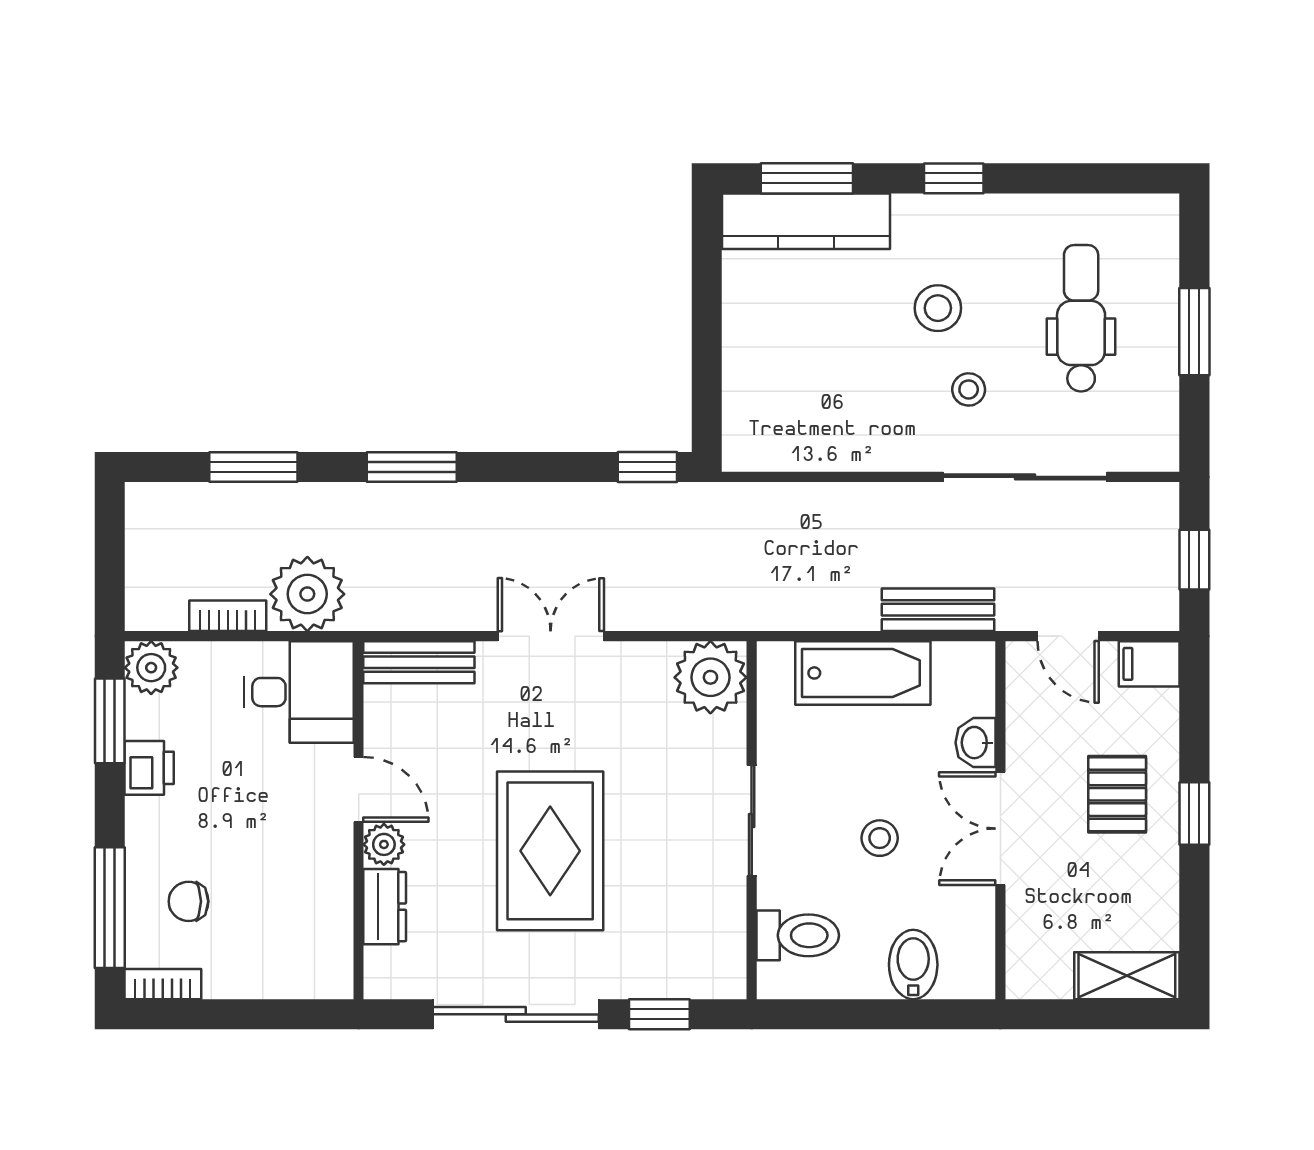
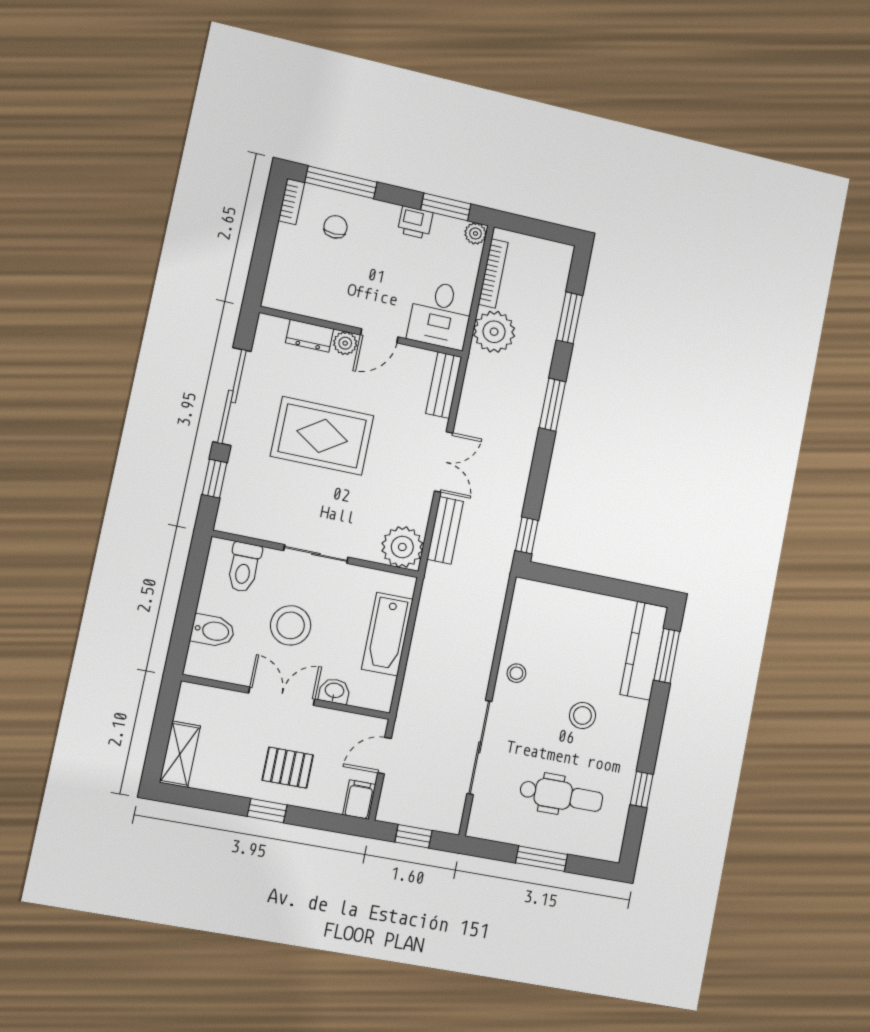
window: (954, 178) -> (642, 789), moved
stool: (969, 389) -> (516, 673), moved
bench: (938, 610) -> (445, 530), moved
bookcase: (228, 616) -> (493, 273), width x1.56
plant: (151, 668) -> (475, 233), width x0.73, depth x0.73
stool: (880, 838) -> (291, 625), width x1.89, depth x1.89

